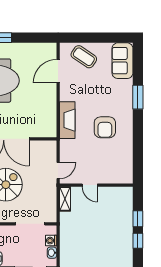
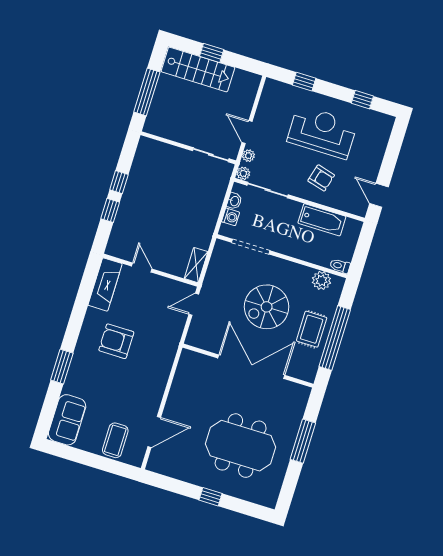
coffee table: (84, 57) -> (115, 440), turned 56
fireplace: (67, 120) -> (105, 284), moved, turned 180
armchair: (105, 127) -> (116, 341), turned -90
door: (90, 185) -> (142, 268), moved

